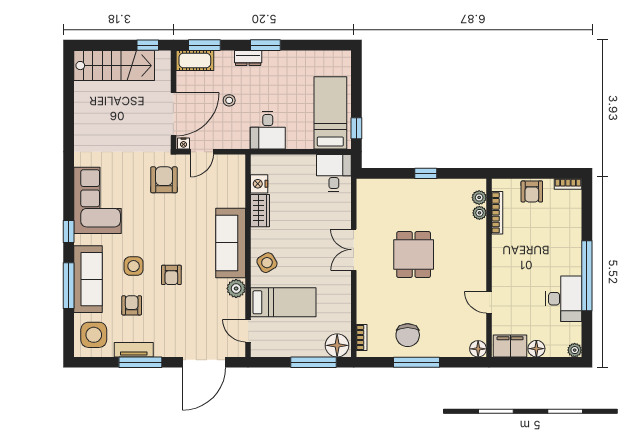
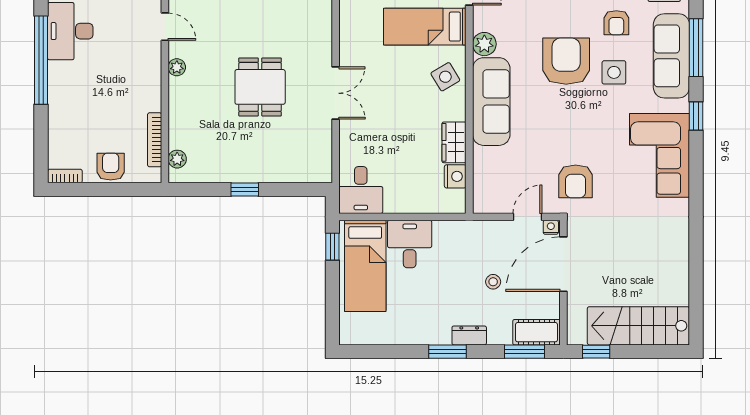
desk: (268, 130) -> (410, 244), moved
plant: (479, 213) -> (177, 67), moved
armchair: (171, 275) -> (566, 61), width x1.88, depth x1.88

